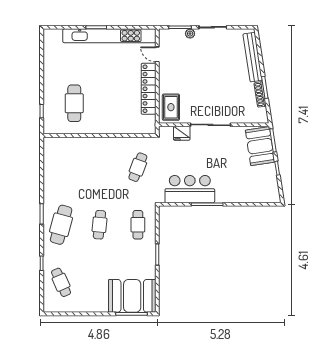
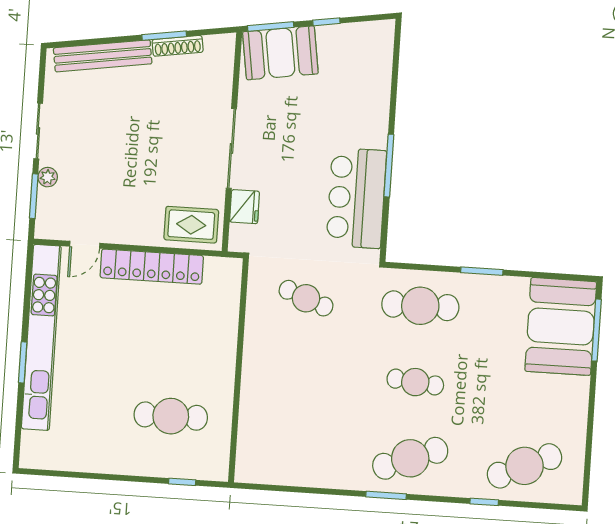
cafe table: (61, 225) -> (410, 458), turned -36
cafe table: (138, 225) -> (420, 306), width x1.37, depth x1.35
cafe table: (61, 282) -> (525, 466), width x1.37, depth x1.35

